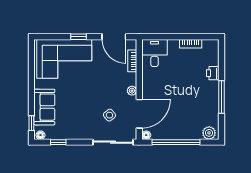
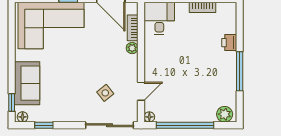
plant: (132, 91) -> (132, 48), moved
door: (139, 114) -> (141, 91), width x0.53

